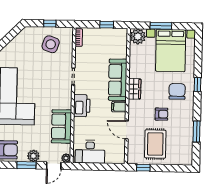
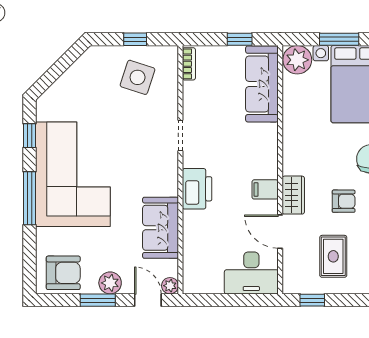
sofa: (118, 80) -> (262, 84), moved
wardrobe: (135, 89) -> (293, 195), moved
rug: (155, 144) -> (333, 256), width x0.73, depth x0.70
desk: (90, 152) -> (251, 273), moved
door: (54, 166) -> (148, 300), swing flipped

